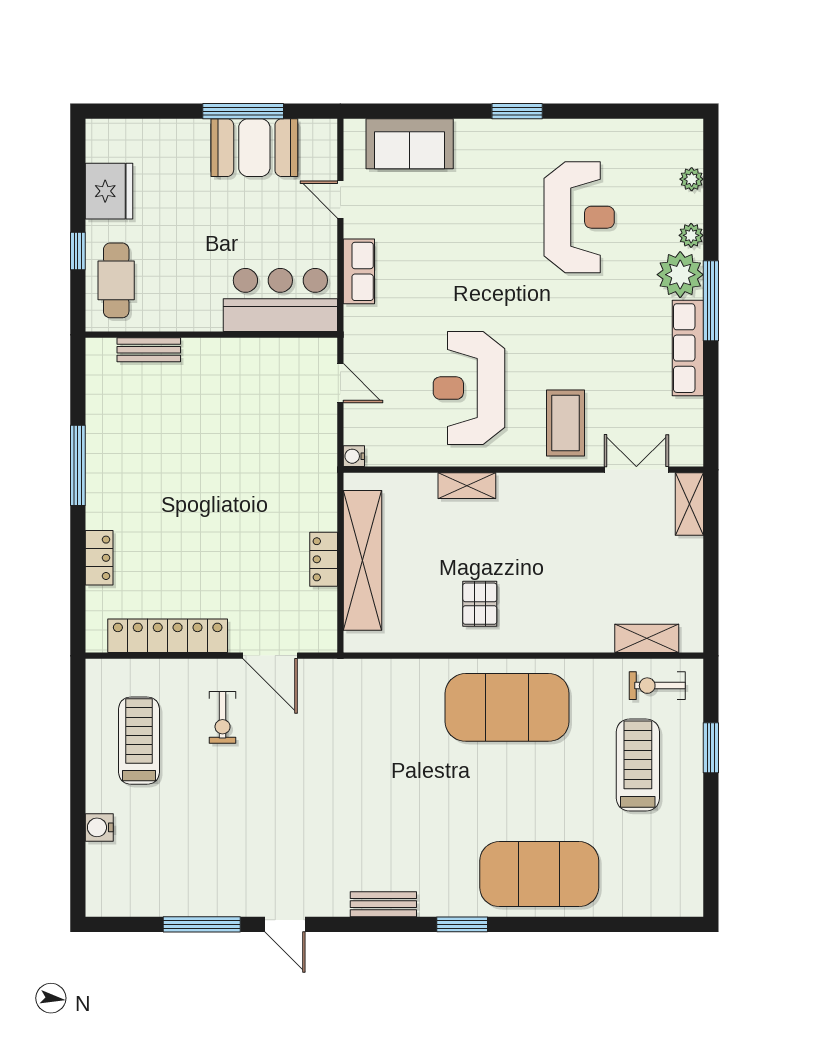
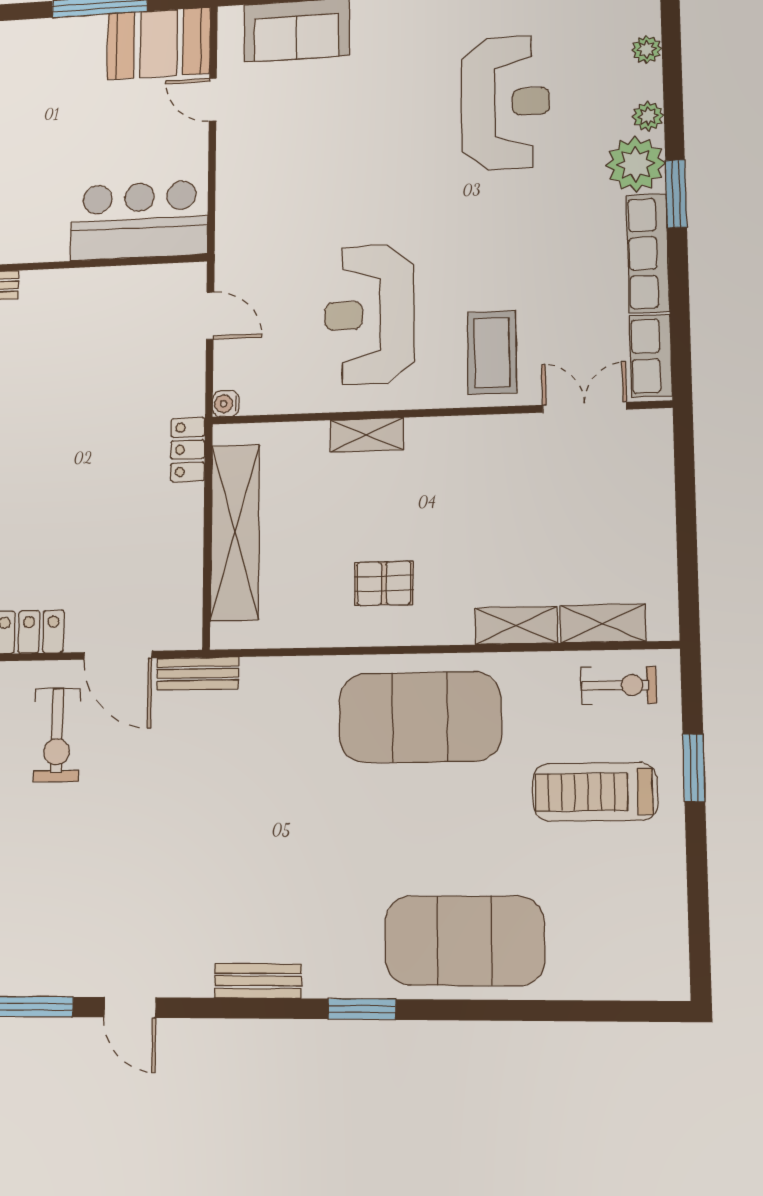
booth: (254, 148) -> (159, 43), moved
row of seats: (359, 271) -> (651, 356), moved, turned 180
window: (711, 301) -> (676, 194), width x0.69
shelving: (689, 504) -> (516, 626), moved, turned 90
locker: (324, 559) -> (188, 450), moved
pallet: (480, 604) -> (384, 583), turned 90
bench: (334, 671) -> (198, 673), added
exercise bike: (657, 686) -> (619, 685), turned 180
exercise bike: (223, 717) -> (57, 735), width x1.38, depth x1.39
treadmill: (638, 765) -> (595, 792), turned -90

